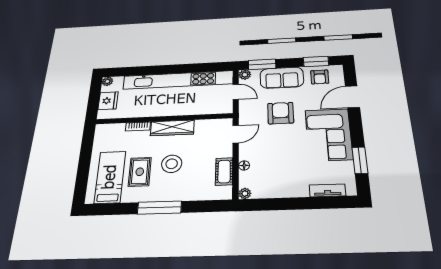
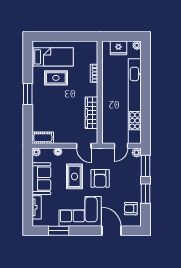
window: (316, 62) -> (146, 194), moved
sofa: (282, 78) -> (41, 179), moved, turned 180
armchair: (281, 113) -> (100, 178), turned 90
wardrobe: (172, 128) -> (91, 113), moved
rug: (279, 143) -> (75, 176), added
stool: (172, 164) -> (61, 100), removed
cot: (224, 171) -> (43, 138), moved
window: (159, 208) -> (28, 94), width x0.69

